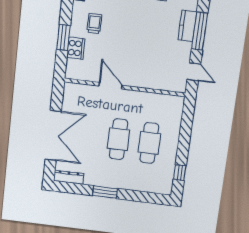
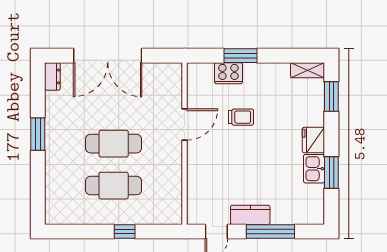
trolley: (94, 23) -> (241, 117), moved
kitchen counter: (187, 26) -> (250, 215), moved
window: (180, 173) -> (125, 232), moved
dresser: (69, 177) -> (52, 76), width x0.70

